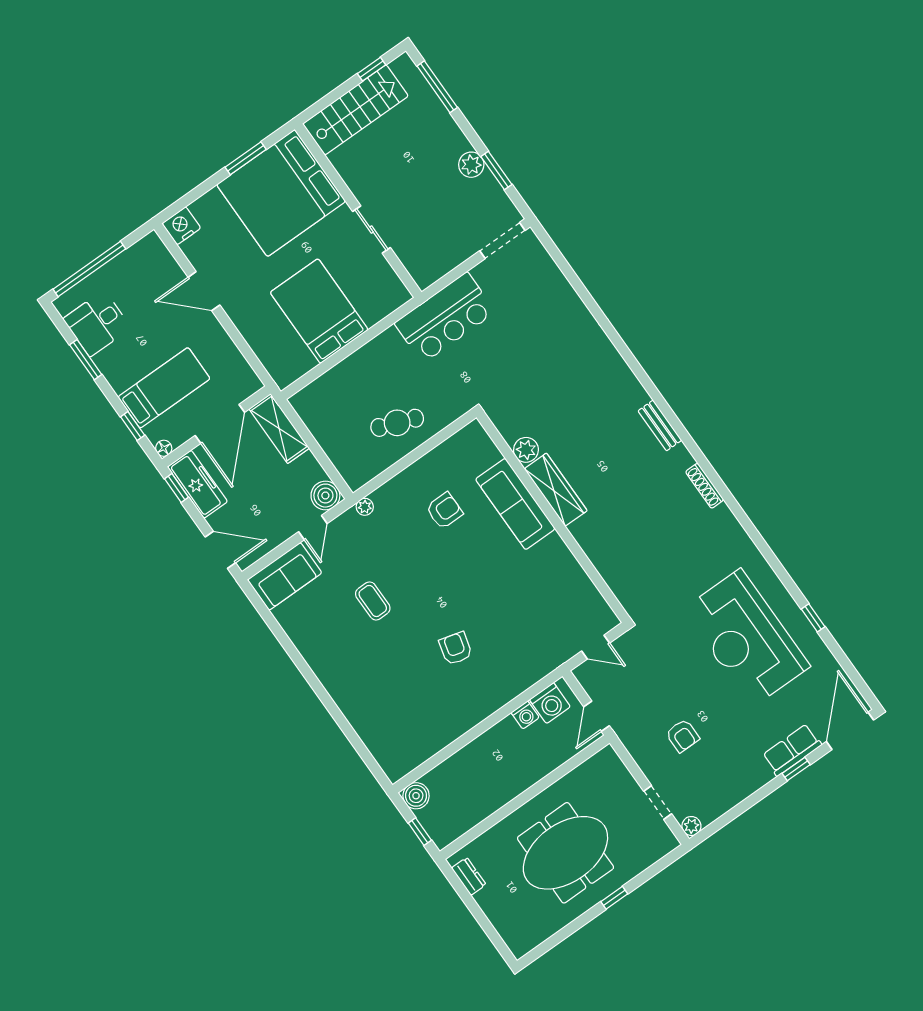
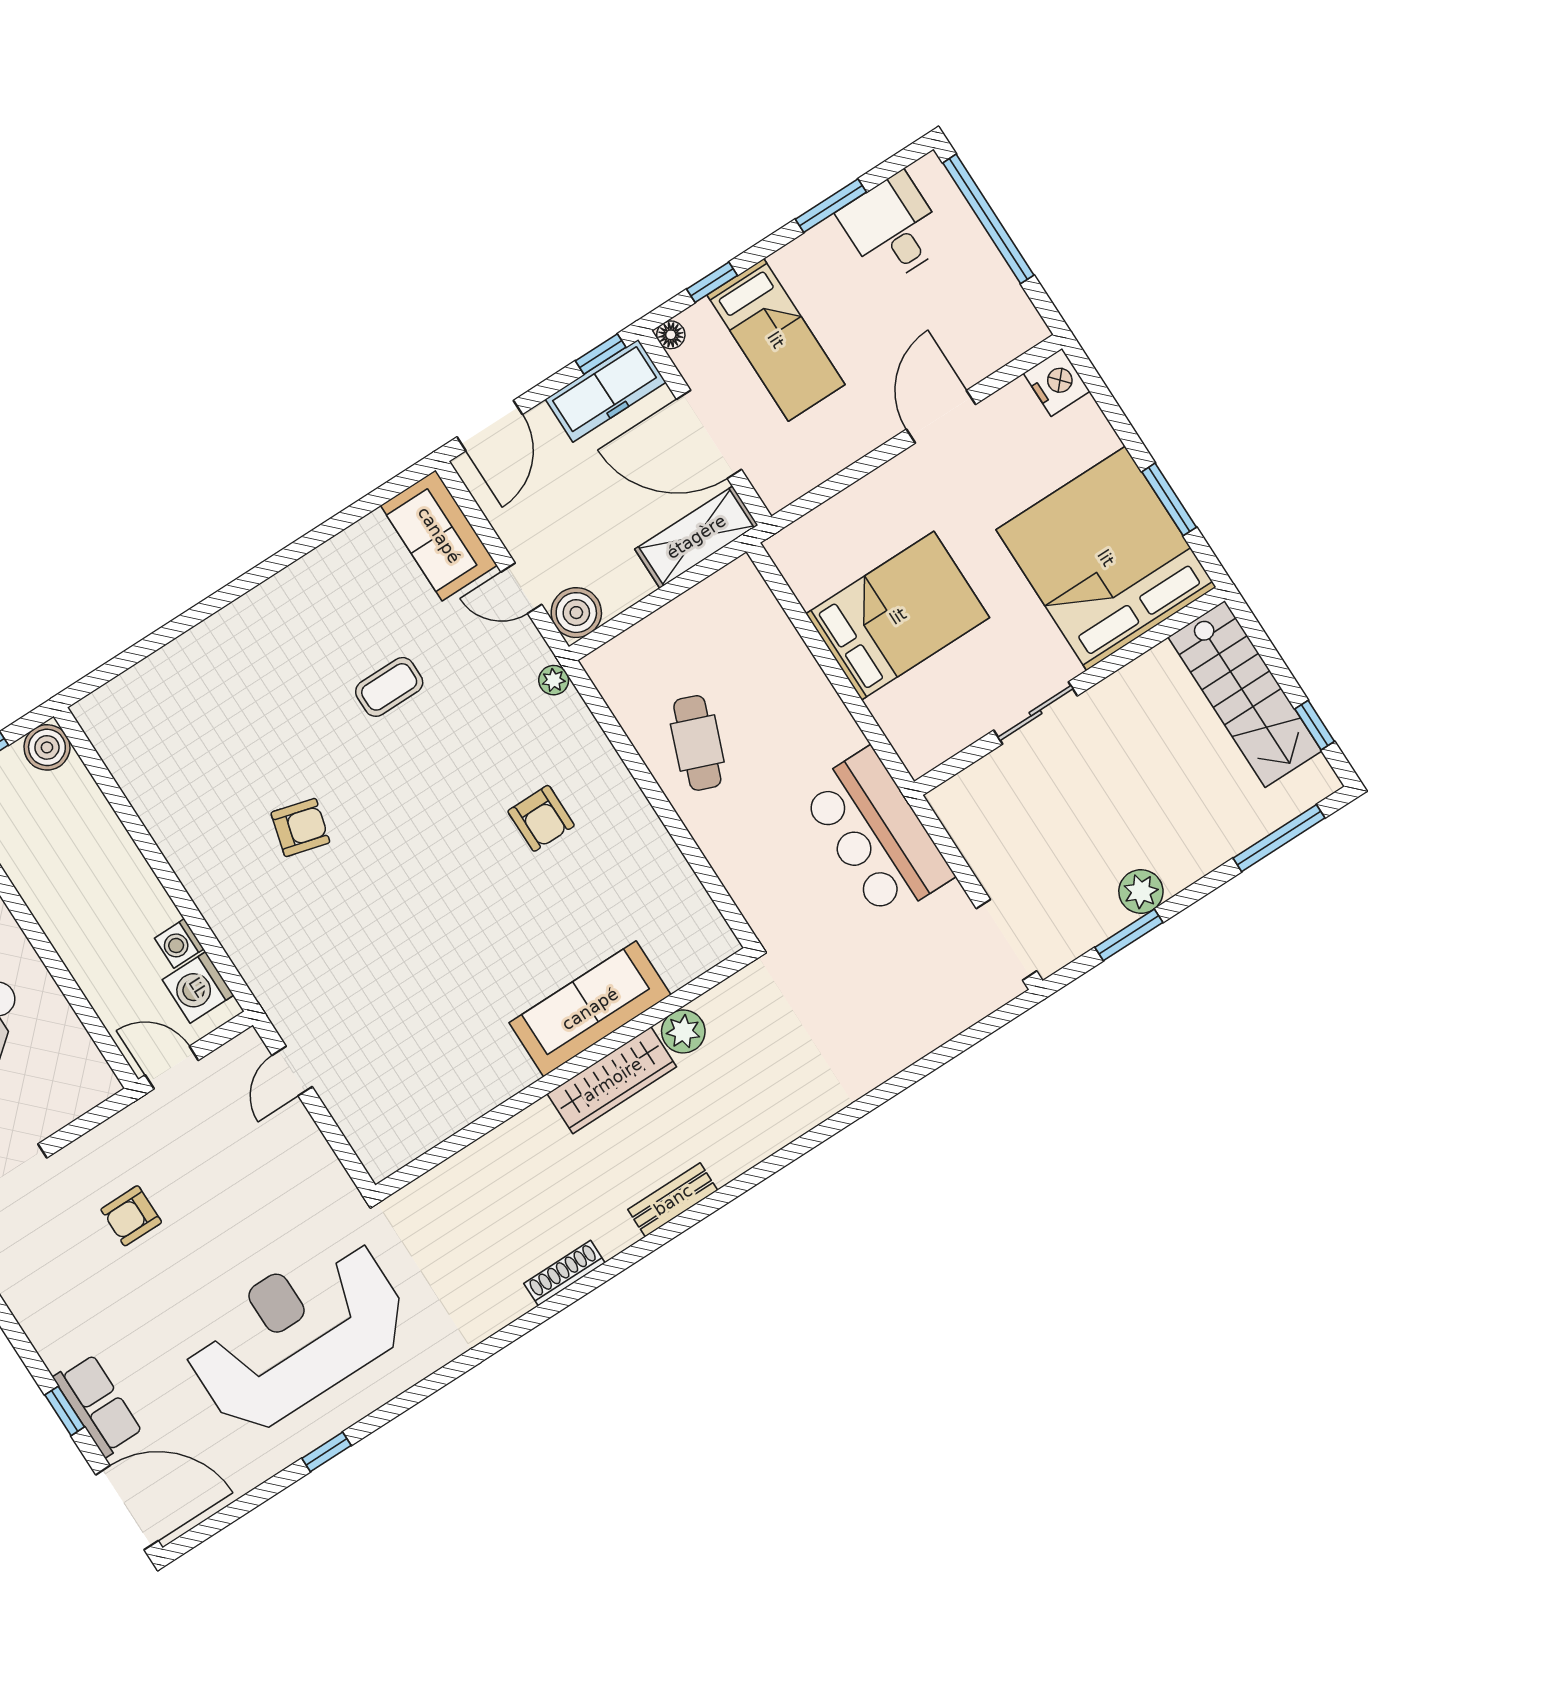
plant: (526, 450) -> (683, 1031), moved
wardrobe: (556, 490) -> (612, 1080), moved
sofa: (515, 504) -> (590, 1009), moved
wall: (553, 517) -> (564, 1073), moved

